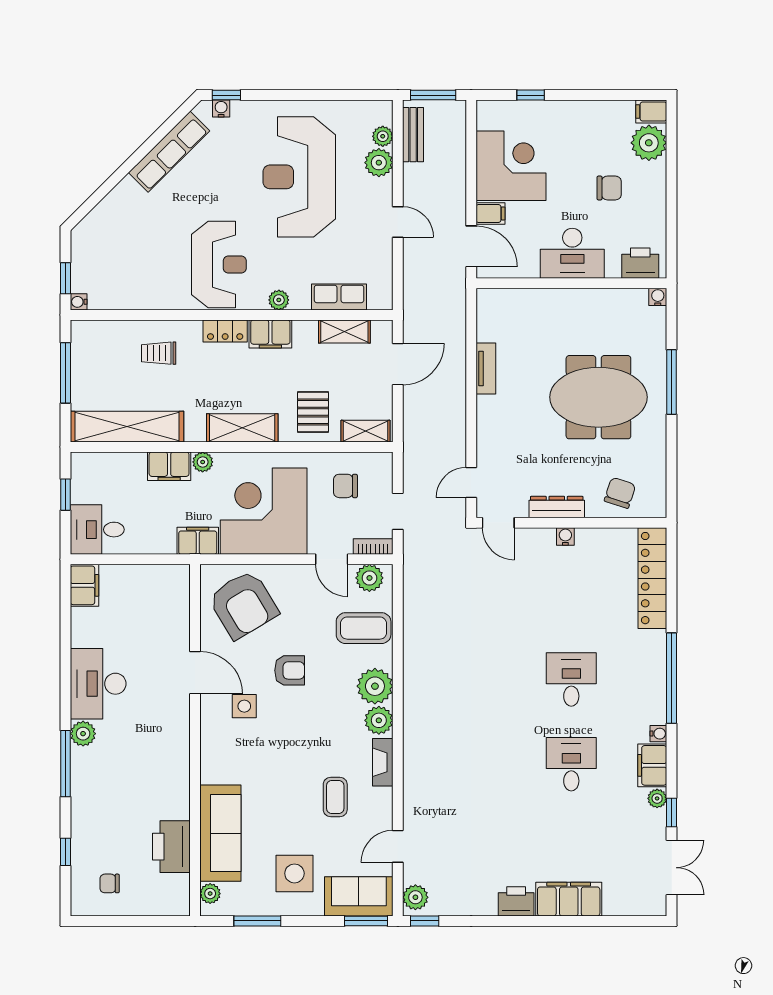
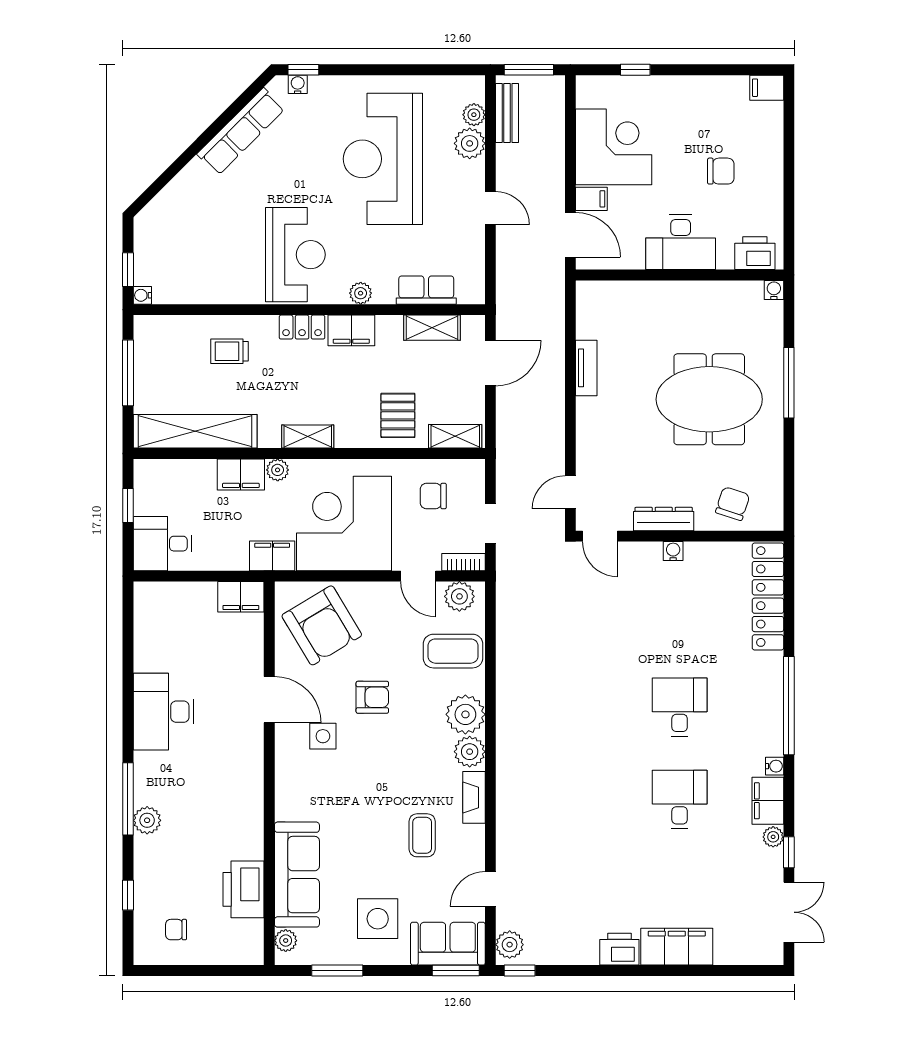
plant: (649, 143) -> (764, 122), removed
shelving: (242, 428) -> (308, 437), width x0.67, depth x0.75
filing cabinet: (84, 585) -> (241, 597), moved, turned 90
plant: (83, 734) -> (147, 820), moved

